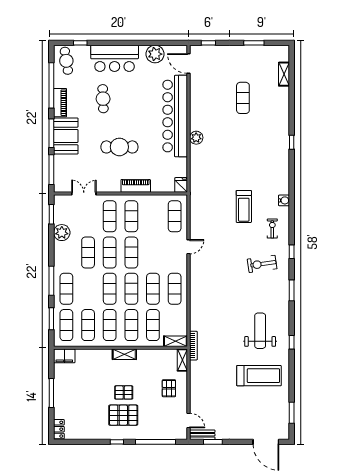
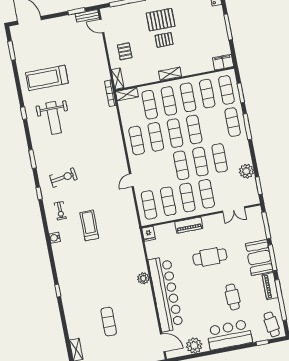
exercise mat: (153, 216) -> (168, 201), added

